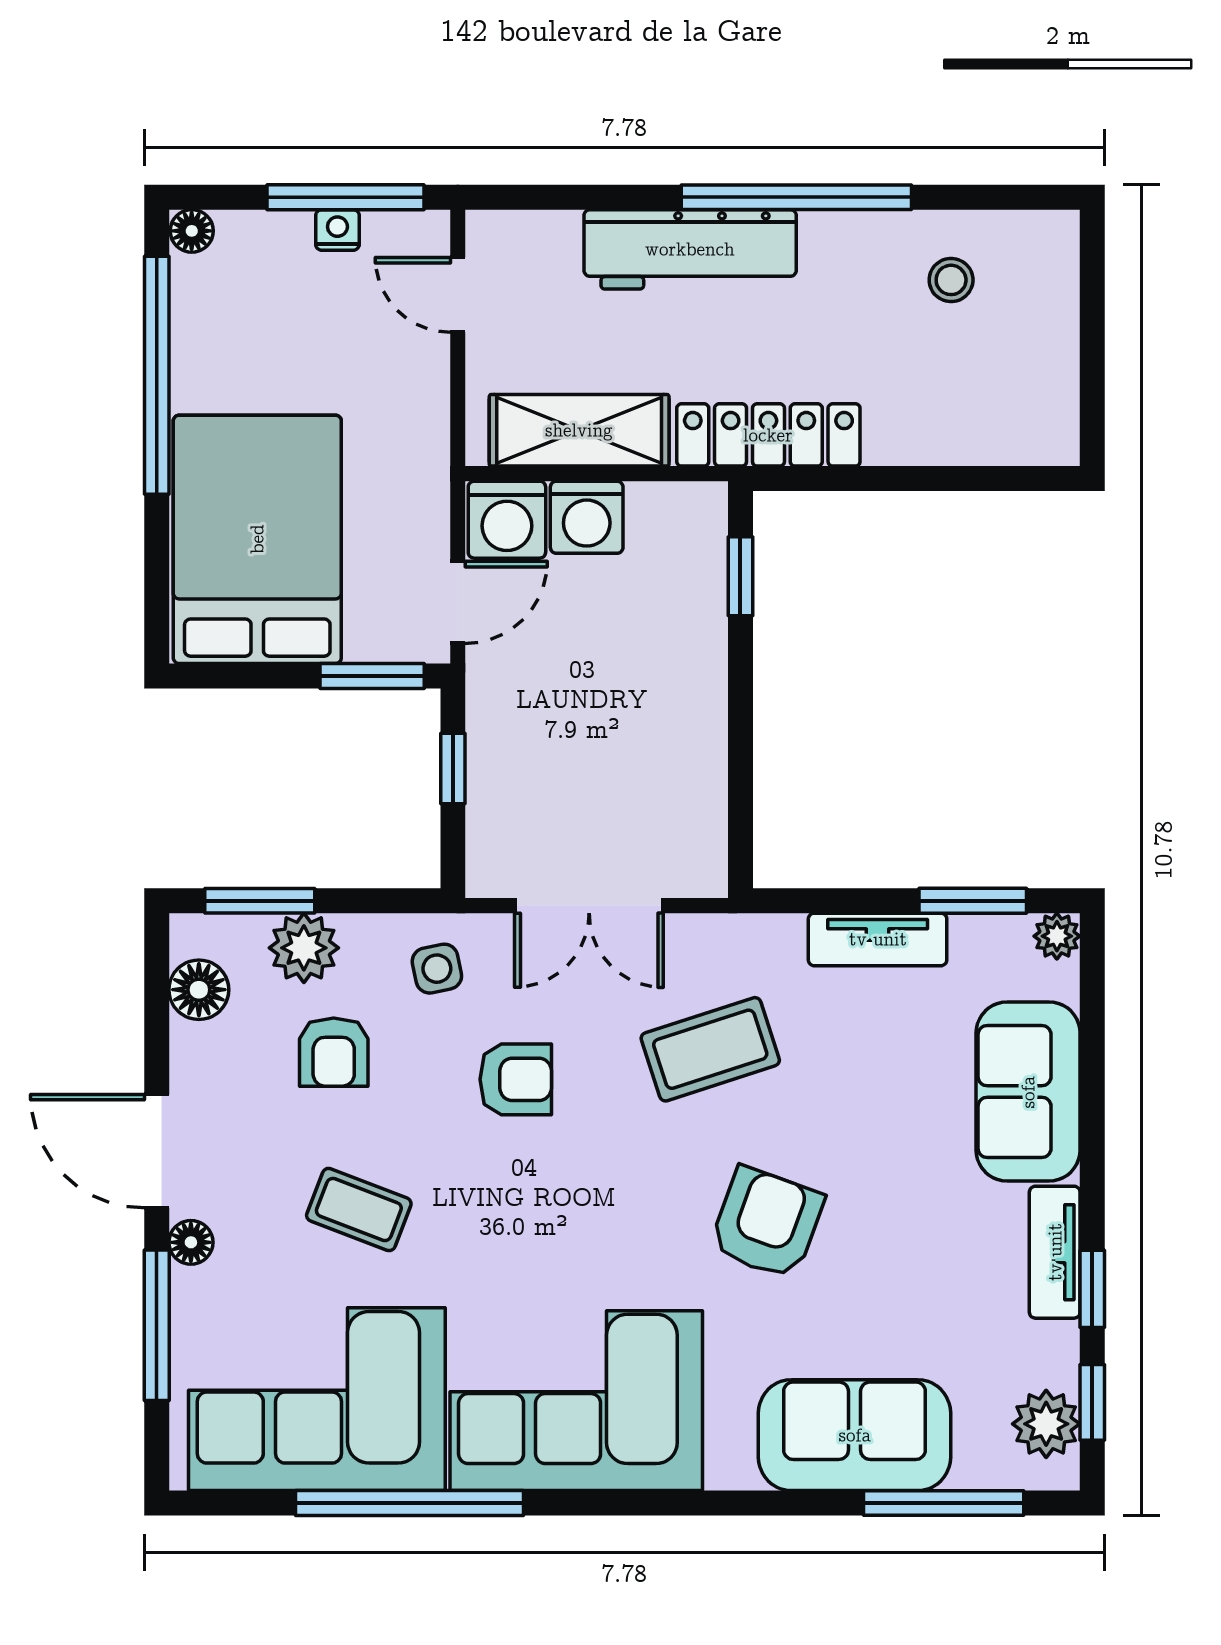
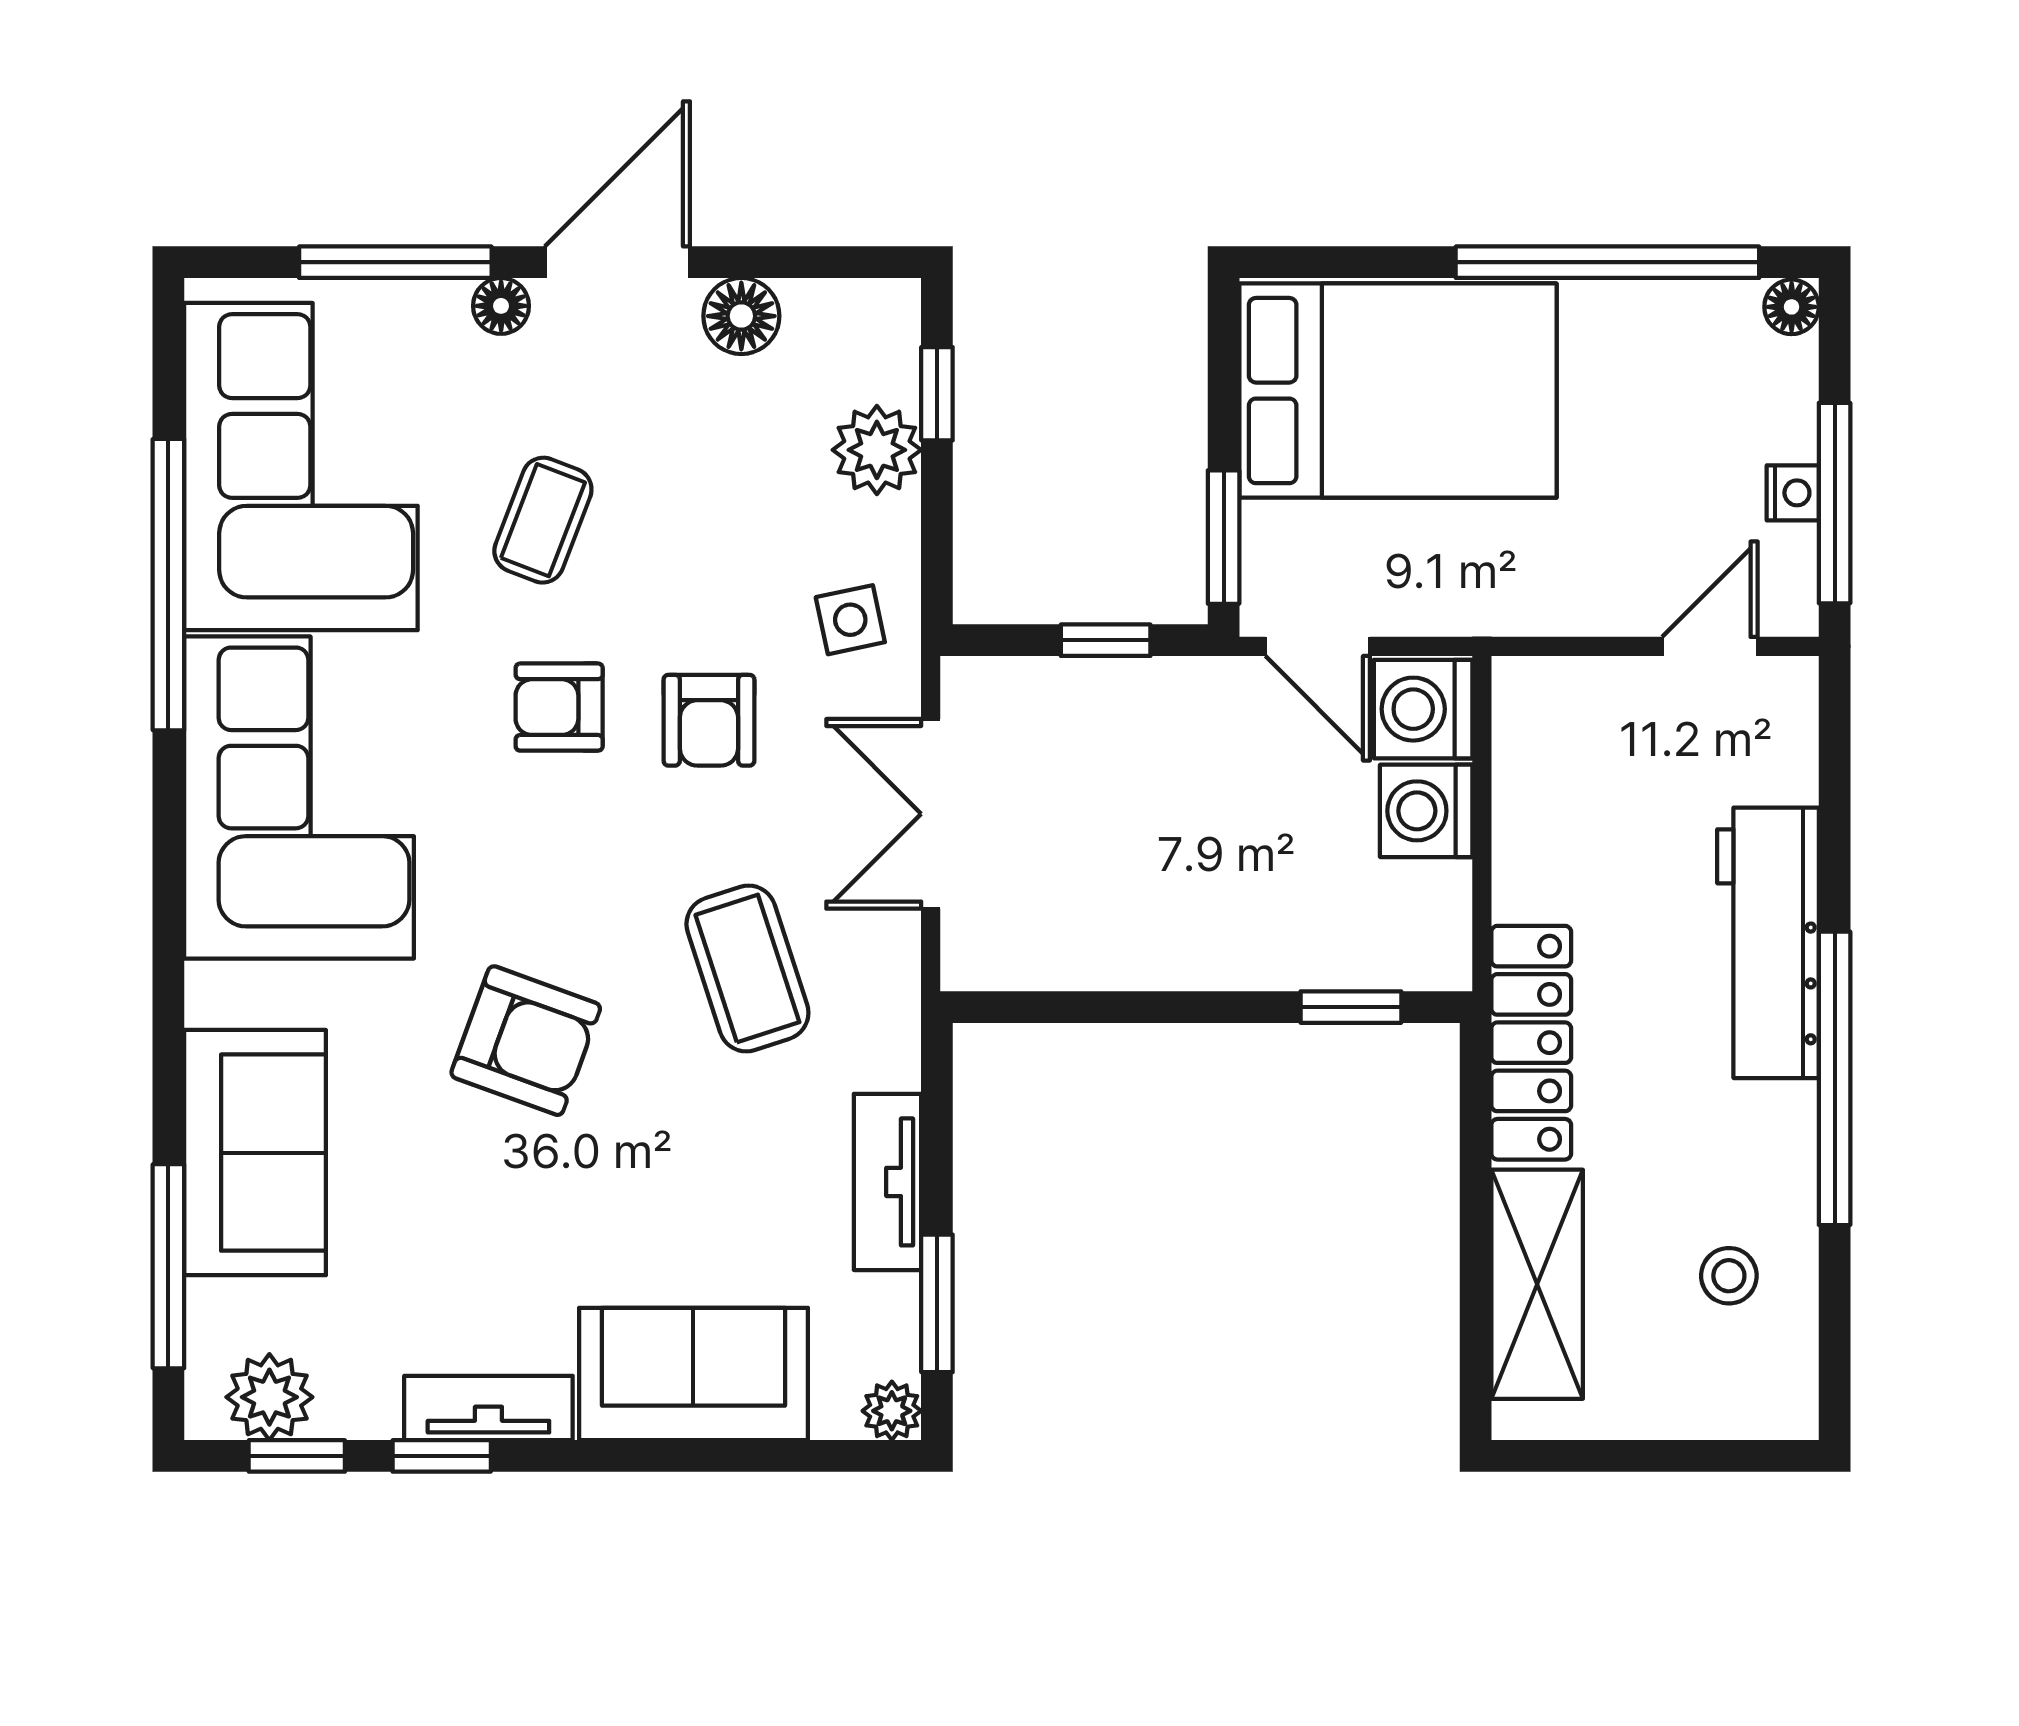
shelving: (579, 430) -> (1537, 1284), moved
window: (260, 901) -> (937, 394), width x0.67
floor lamp: (199, 990) -> (741, 316), moved
armchair: (334, 1052) -> (559, 707), moved

